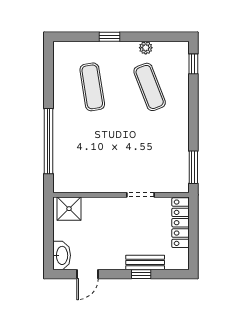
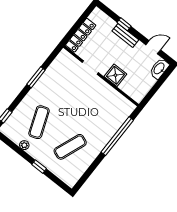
exercise mat: (92, 87) -> (70, 147), turned 30
window: (193, 167) -> (36, 77), moved
shower: (69, 209) -> (115, 75), moved
bench: (145, 263) -> (125, 35), moved

